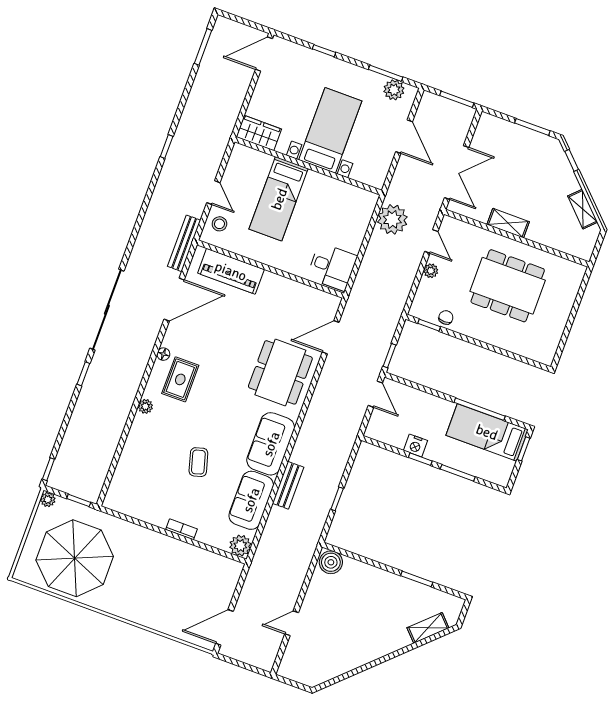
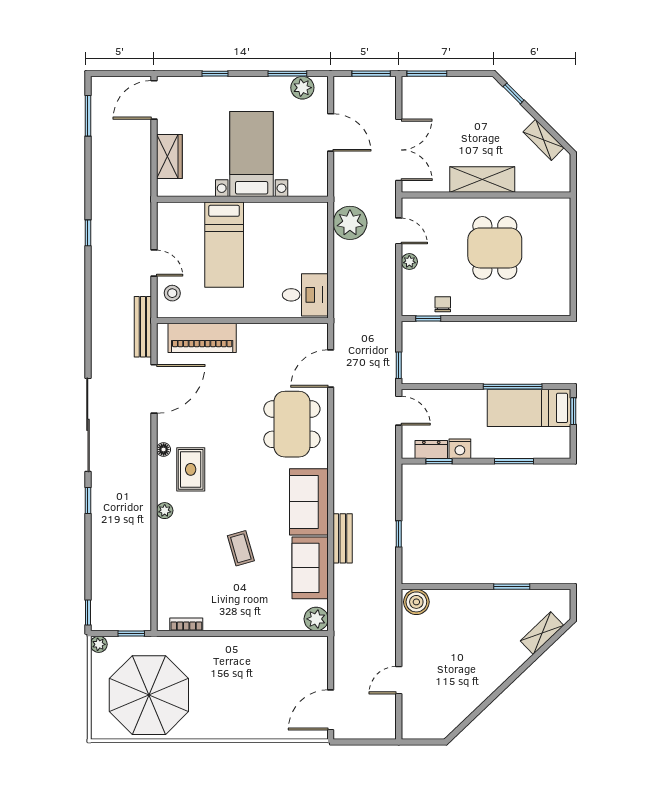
window: (532, 127) -> (427, 74), moved
wardrobe: (259, 133) -> (169, 156), moved, turned 90
shelving: (508, 223) -> (482, 180), width x1.50, depth x1.33
dining table: (508, 286) -> (495, 248), width x0.73
dresser: (391, 437) -> (431, 449), added
window: (420, 459) -> (439, 461), moved
bookcase: (182, 529) -> (186, 624), moved

